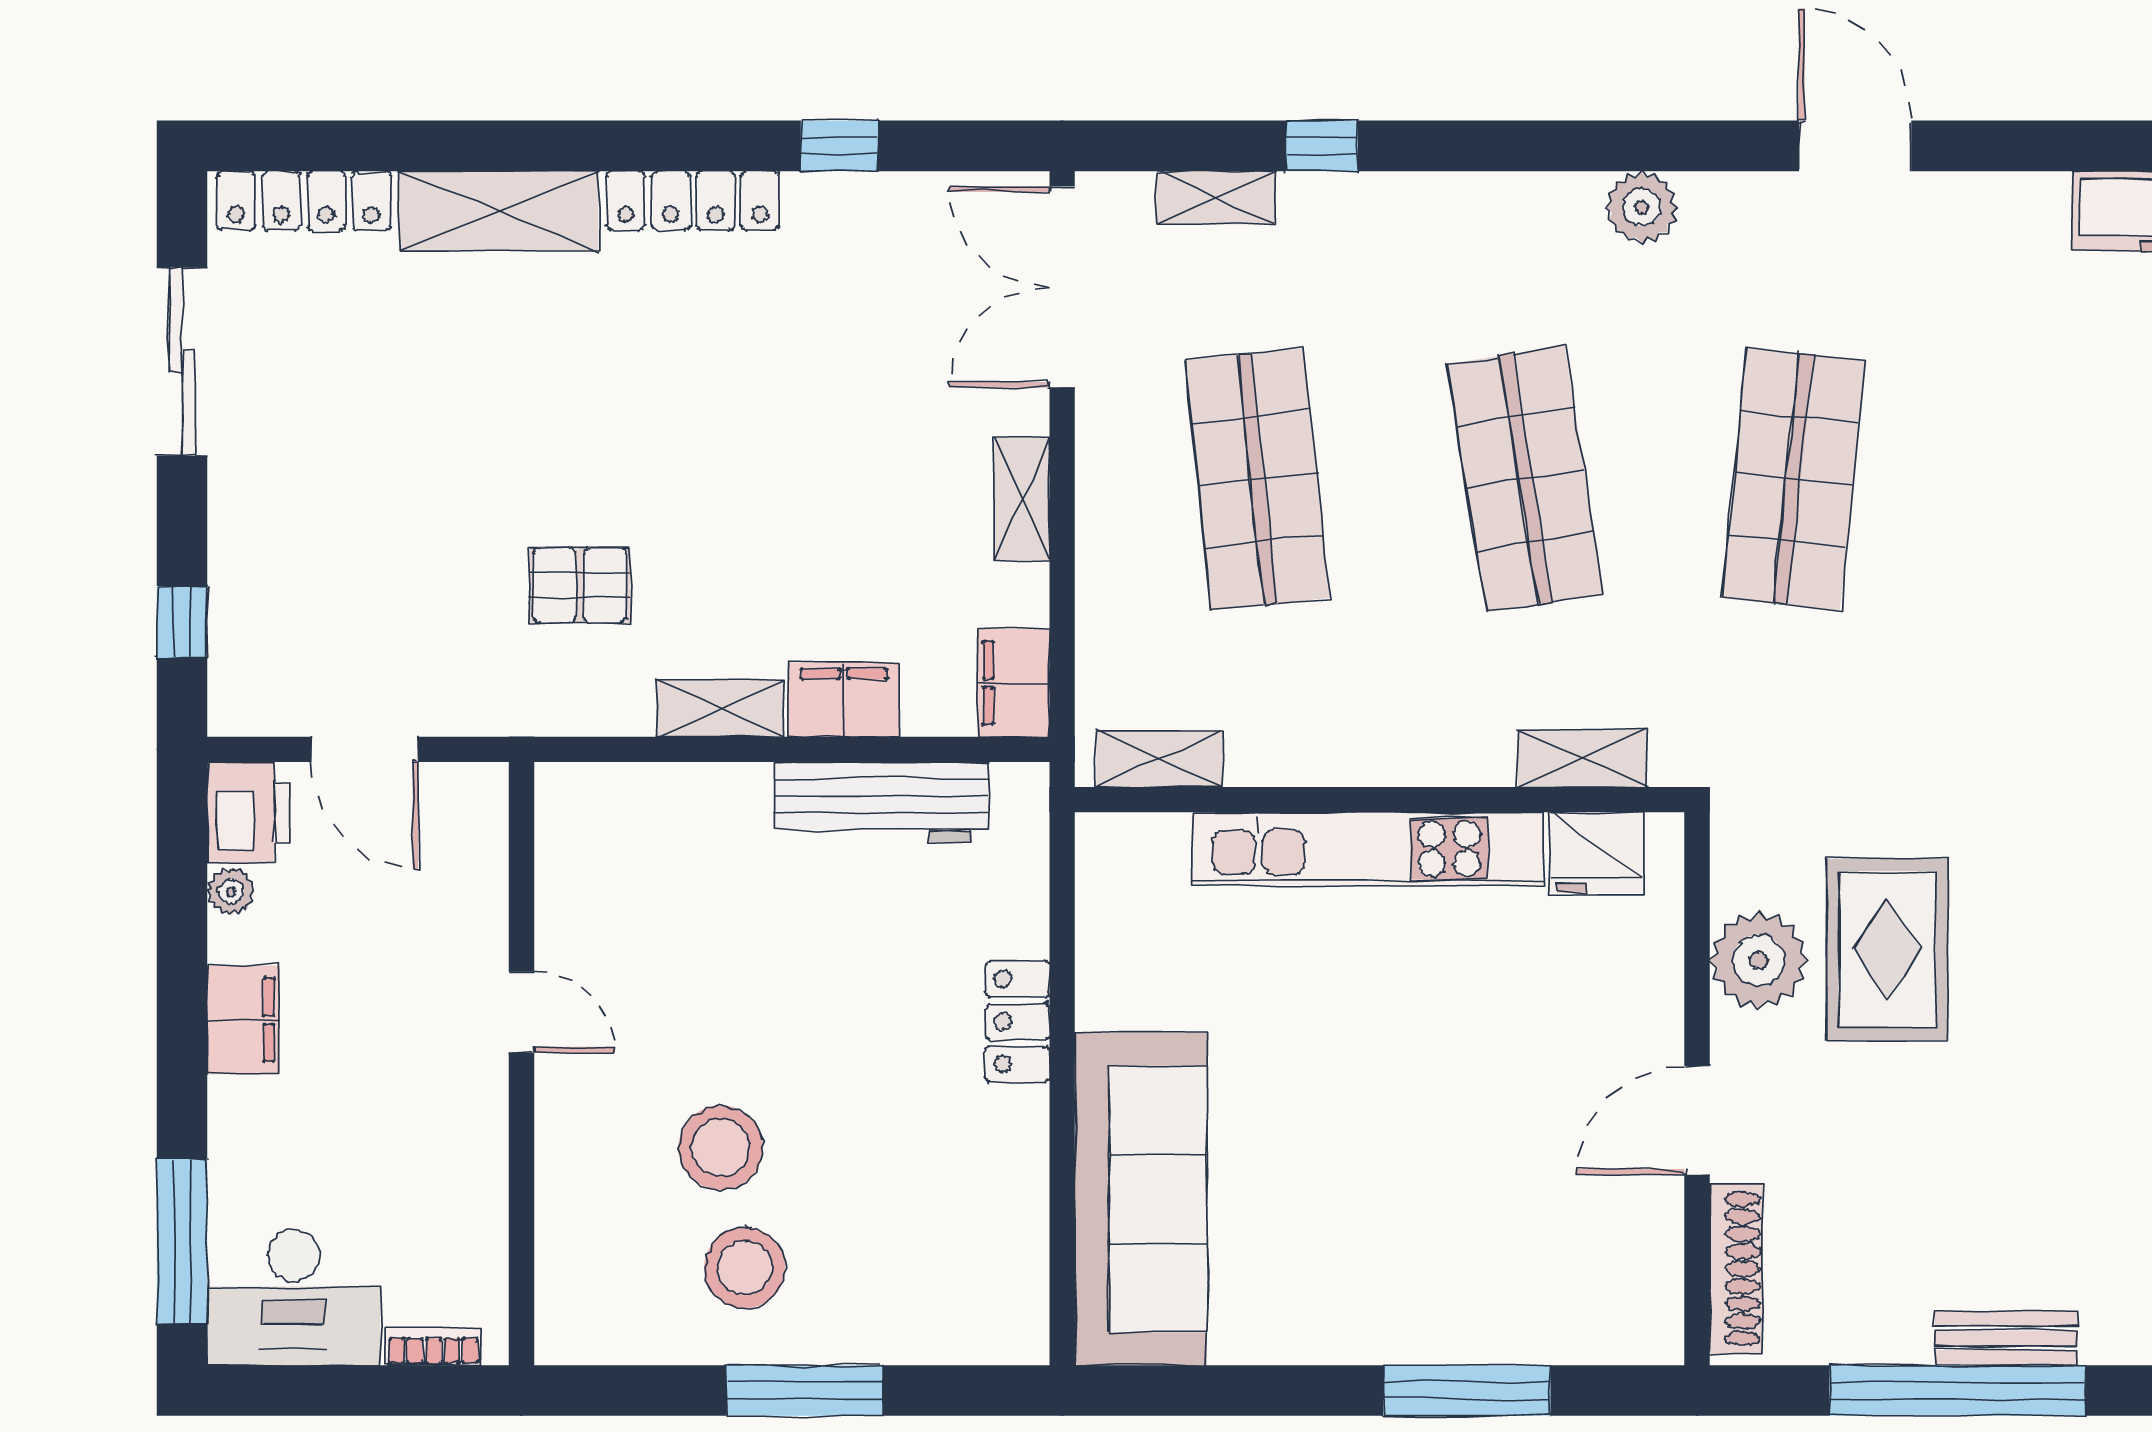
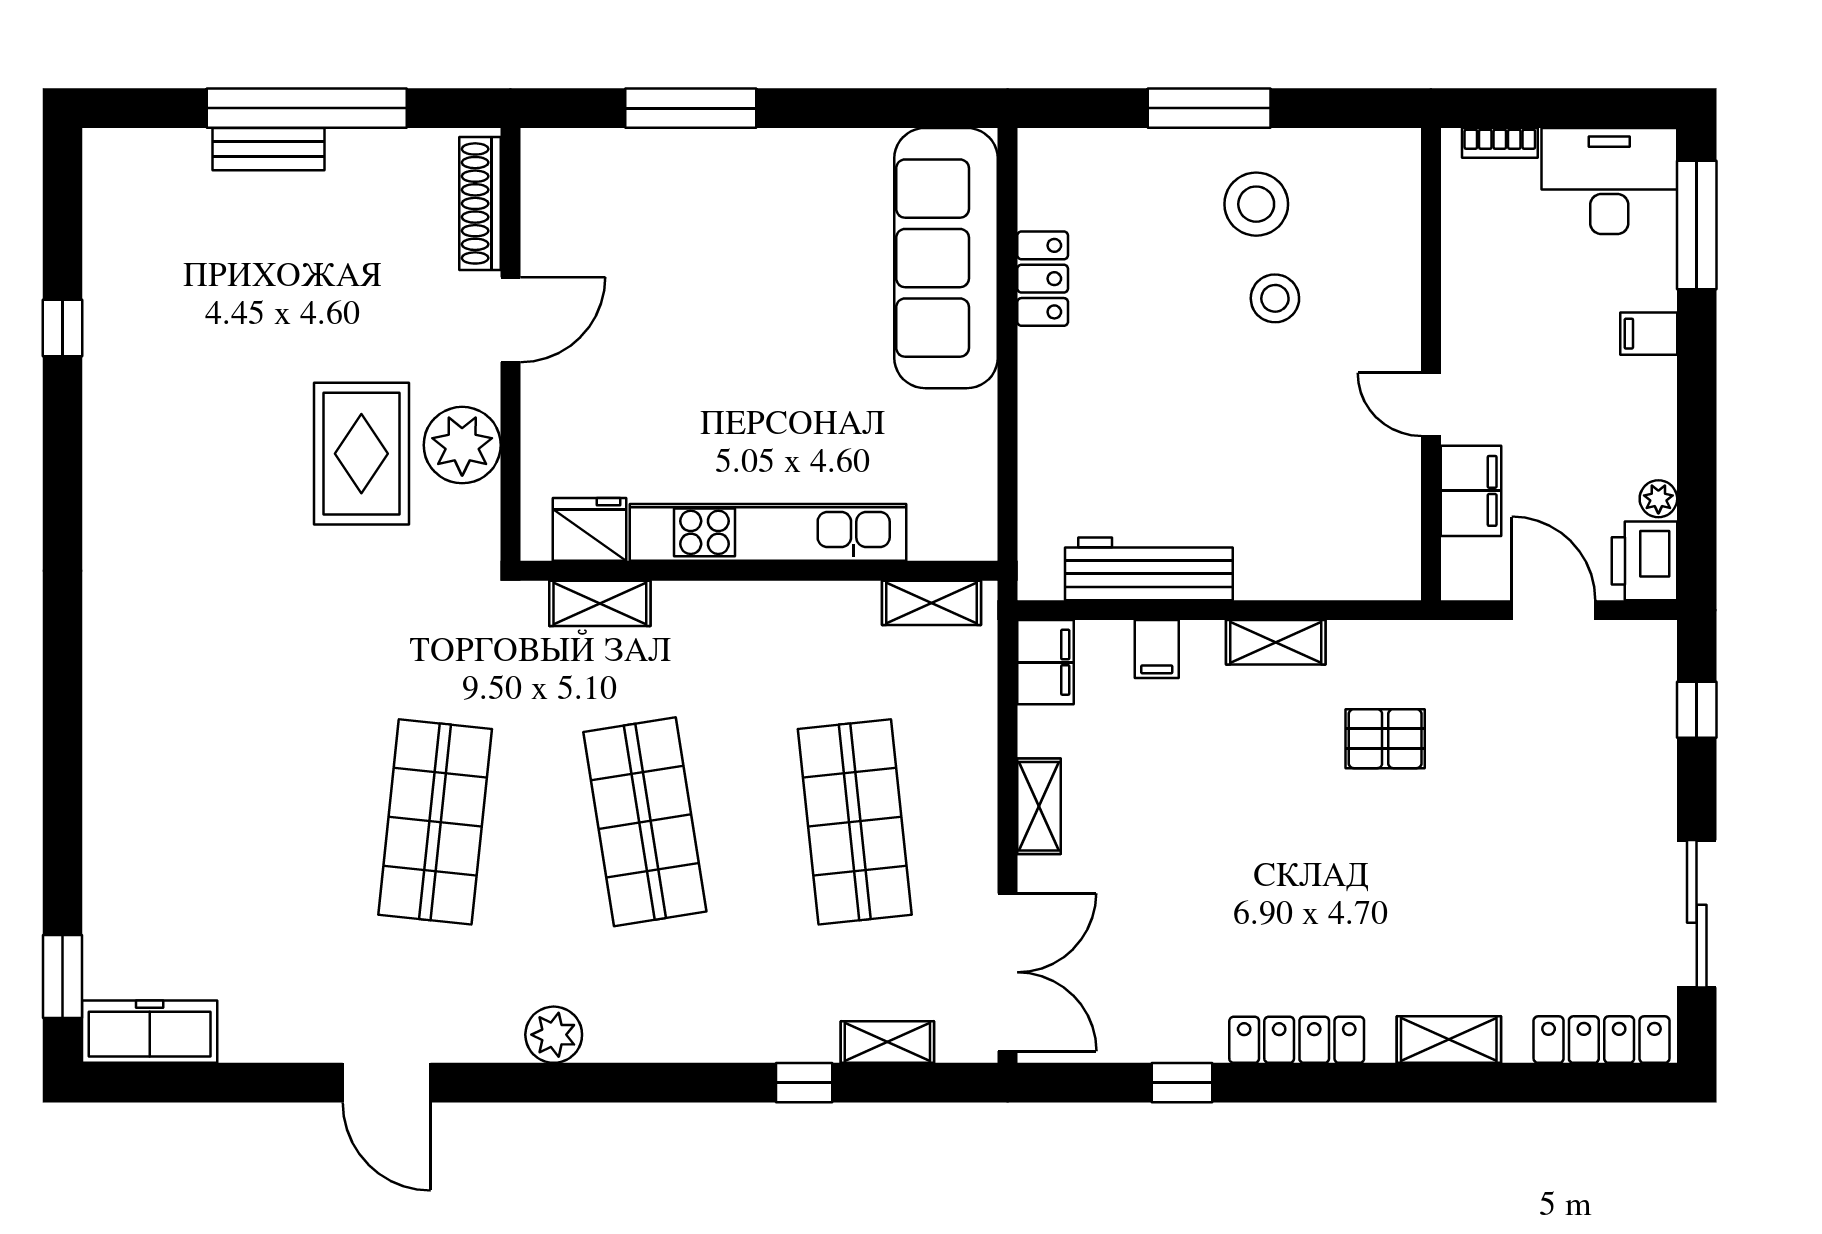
shelving: (499, 211) -> (1449, 1040), width x0.67, depth x0.75
filing cabinet: (844, 700) -> (1157, 649), width x0.50
filing cabinet: (470, 902) -> (1471, 491), added
filing cabinet: (243, 1020) -> (1649, 334), moved, width x0.50
locker: (1017, 1022) -> (1043, 279), moved
stool: (721, 1148) -> (1275, 298), width x0.73, depth x0.73

